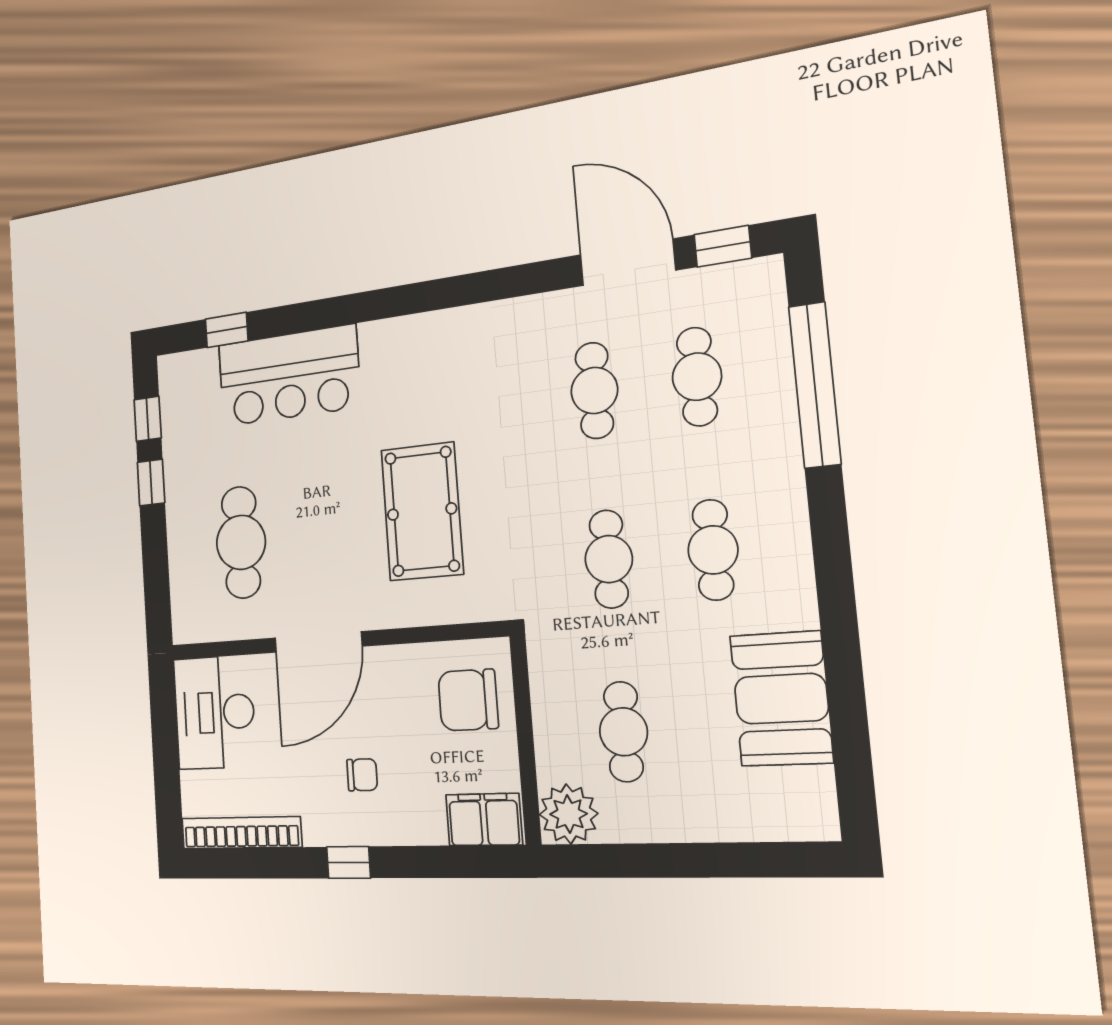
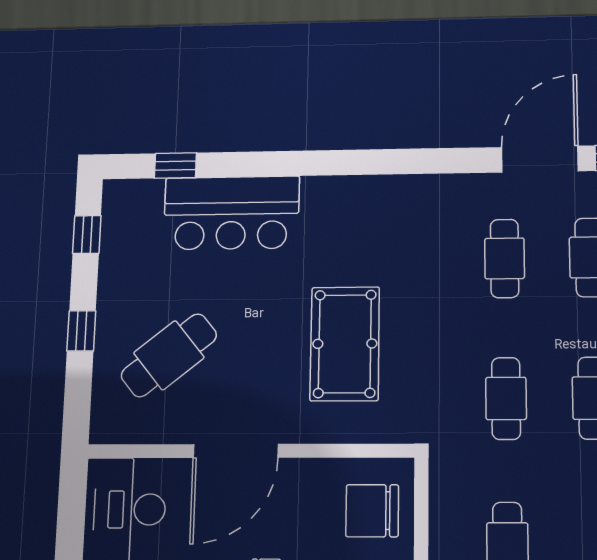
door: (627, 262) -> (540, 159), hinge flipped
window: (151, 482) -> (81, 331), moved
cafe table: (241, 542) -> (169, 355), turned 51

